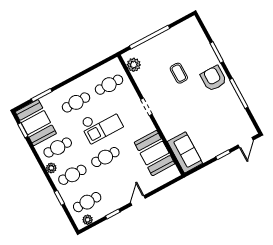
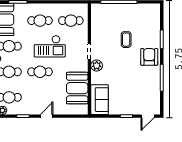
plant: (134, 65) -> (97, 66), moved

